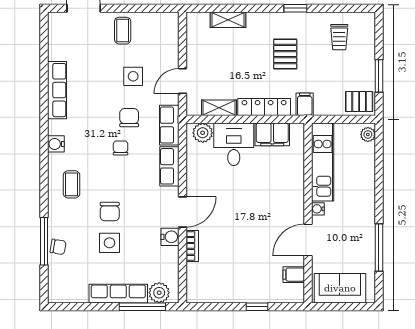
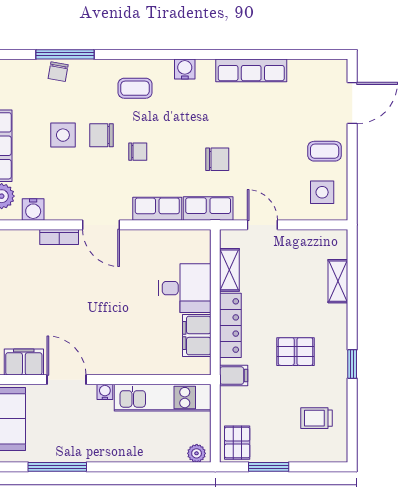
side table: (133, 76) -> (322, 192), moved
plant: (203, 133) -> (199, 250), removed
chair: (121, 148) -> (138, 152), moved
water cooler: (170, 237) -> (33, 209), moved
filing cabinet: (294, 275) -> (24, 362), width x2.00

